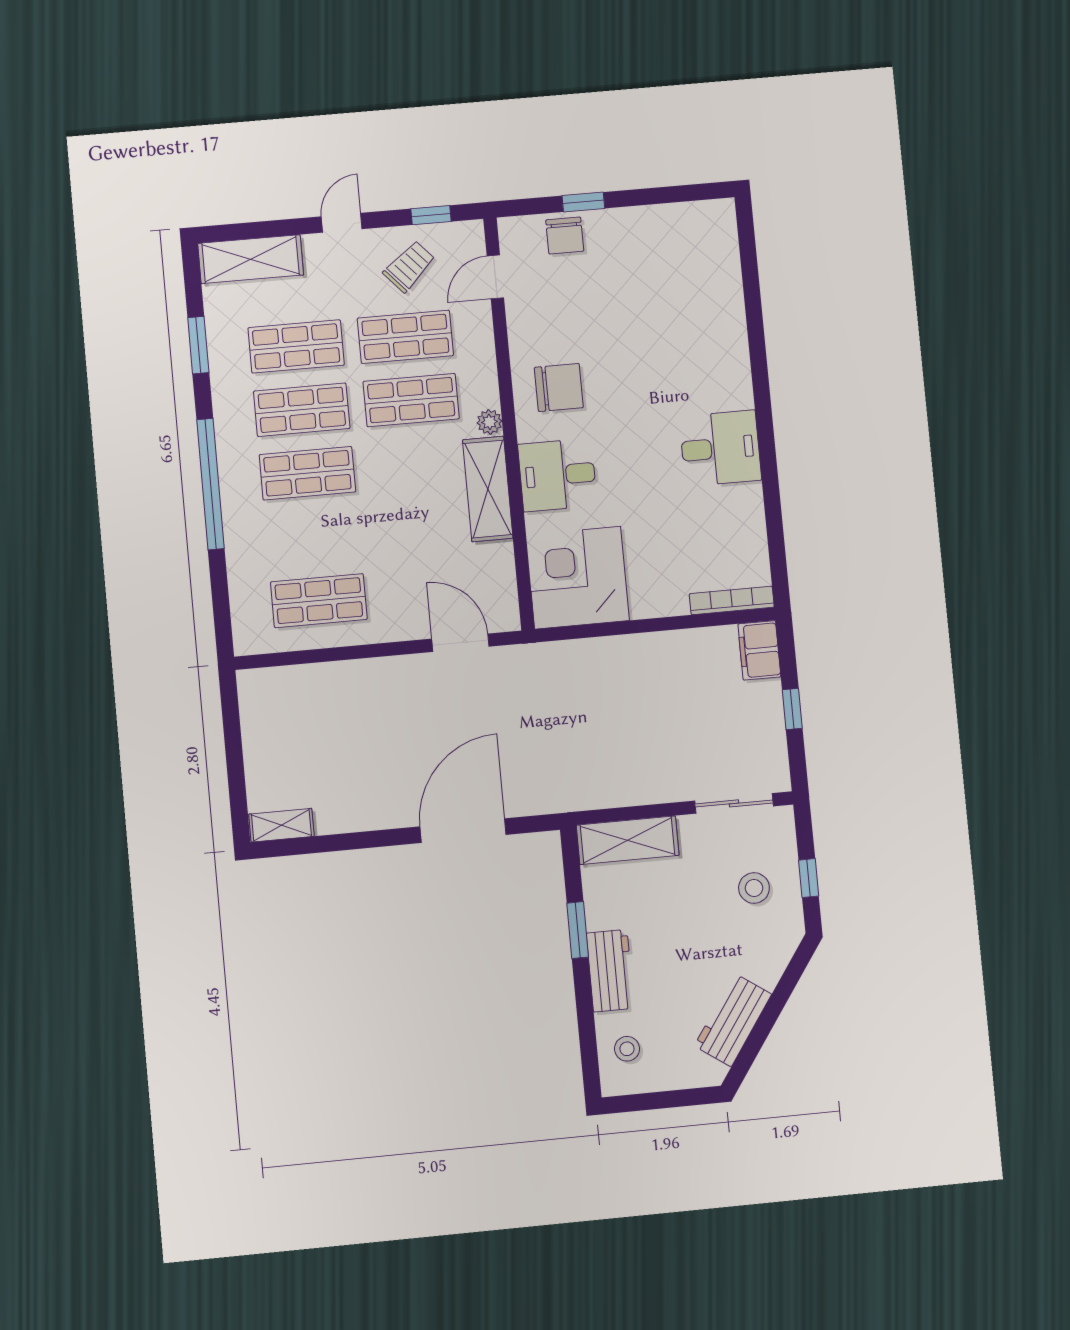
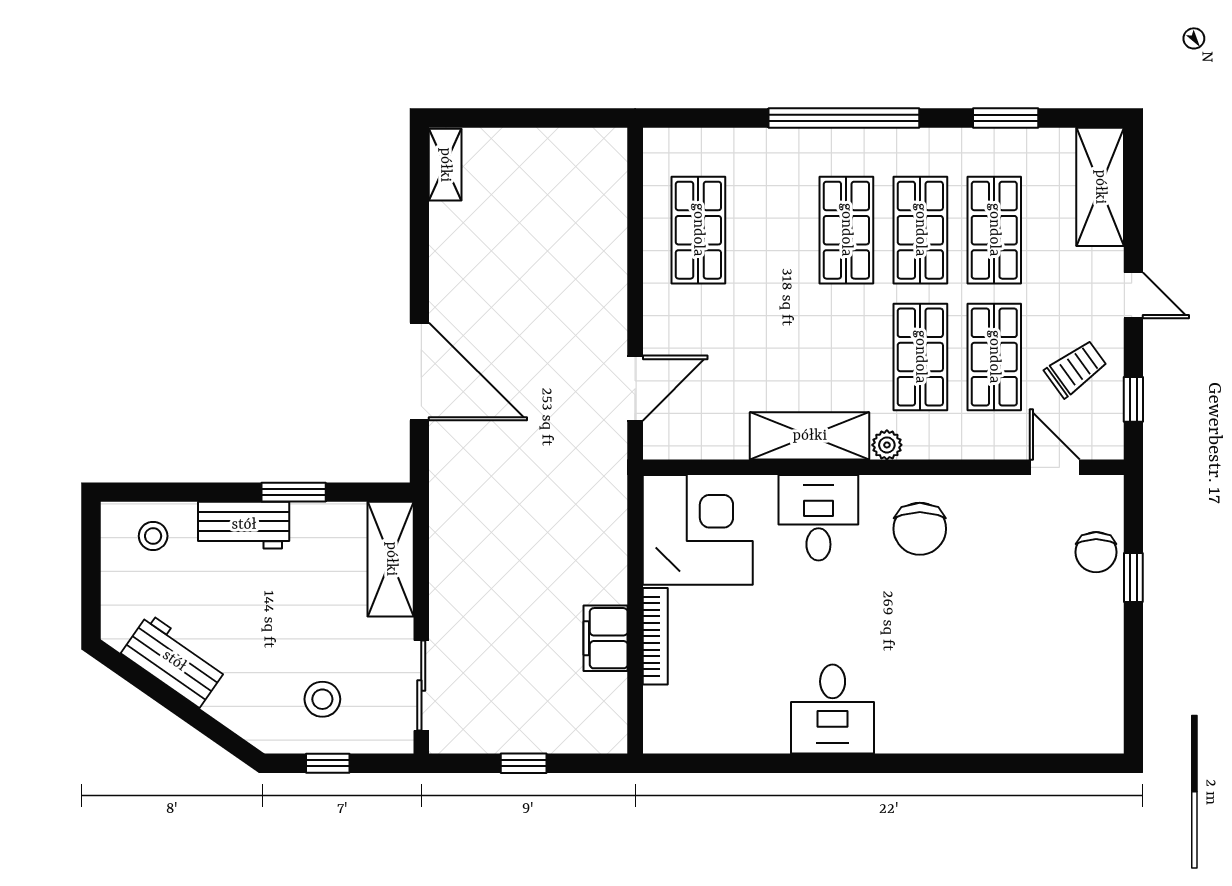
chair: (565, 236) -> (1096, 552), turned -90
trolley: (409, 266) -> (1076, 369), turned -84
bookcase: (732, 600) -> (655, 636), moved
filing cabinet: (759, 650) -> (606, 638), moved, turned -90

